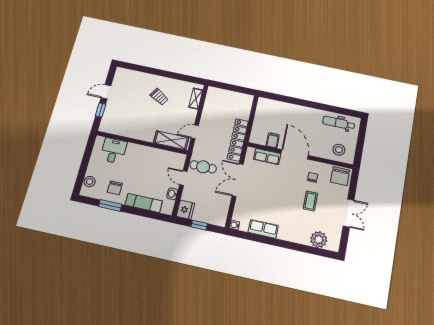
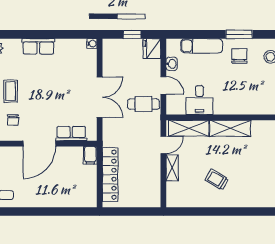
shelving: (196, 99) -> (172, 168), moved
shelving: (138, 133) -> (230, 128), added
locker: (238, 140) -> (110, 175), moved
filing cabinet: (273, 140) -> (90, 155), moved
desk: (113, 151) -> (200, 100), moved
door: (295, 154) -> (39, 144), hinge flipped
row of seats: (263, 229) -> (38, 46), moved

